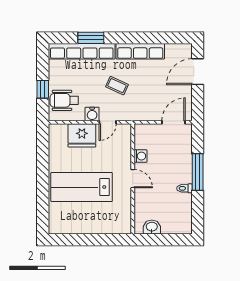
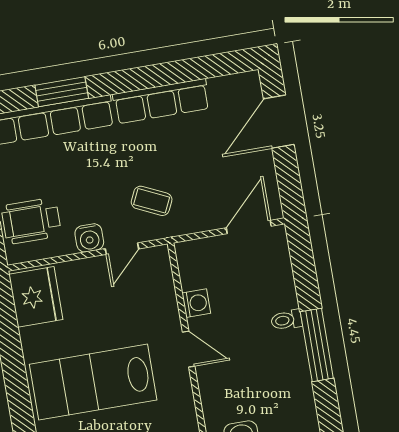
coffee table: (117, 86) -> (152, 201), moved
fridge: (82, 135) -> (36, 297), moved, turned -90
window: (198, 172) -> (317, 345), moved
toilet: (185, 188) -> (286, 320), moved

